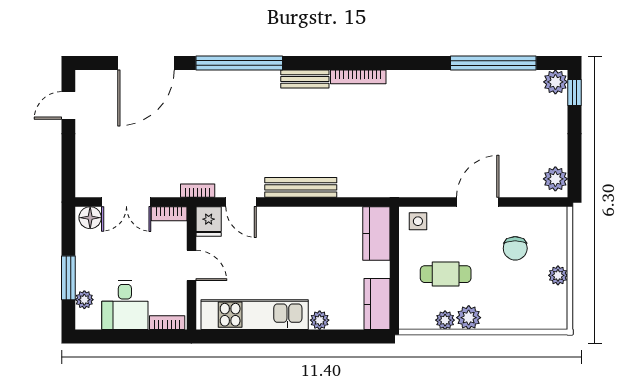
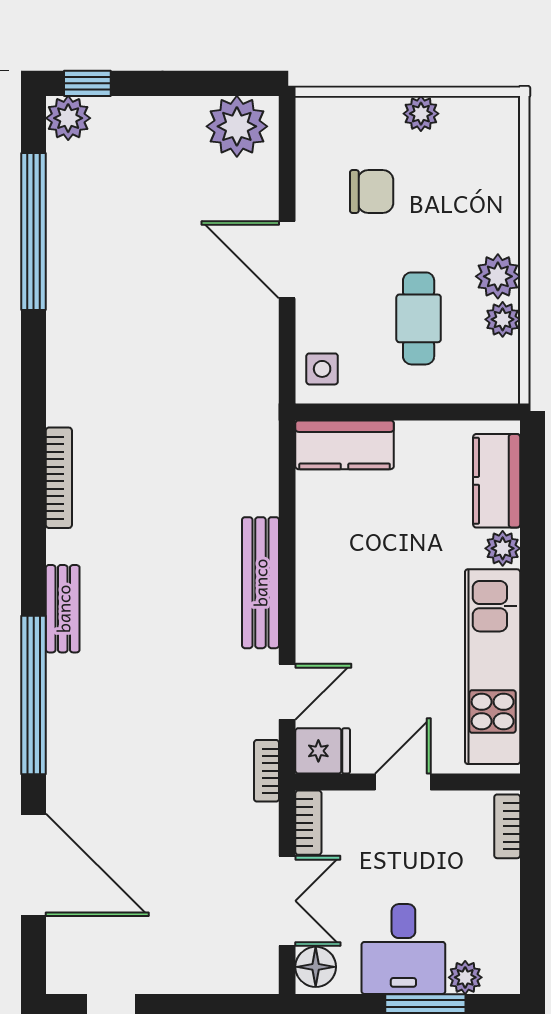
bench: (305, 79) -> (63, 609), moved
plant: (555, 179) -> (237, 126), width x1.36, depth x1.36
kitchen counter: (377, 304) -> (497, 481), moved, turned 90
desk: (125, 305) -> (403, 949), moved, turned 90

